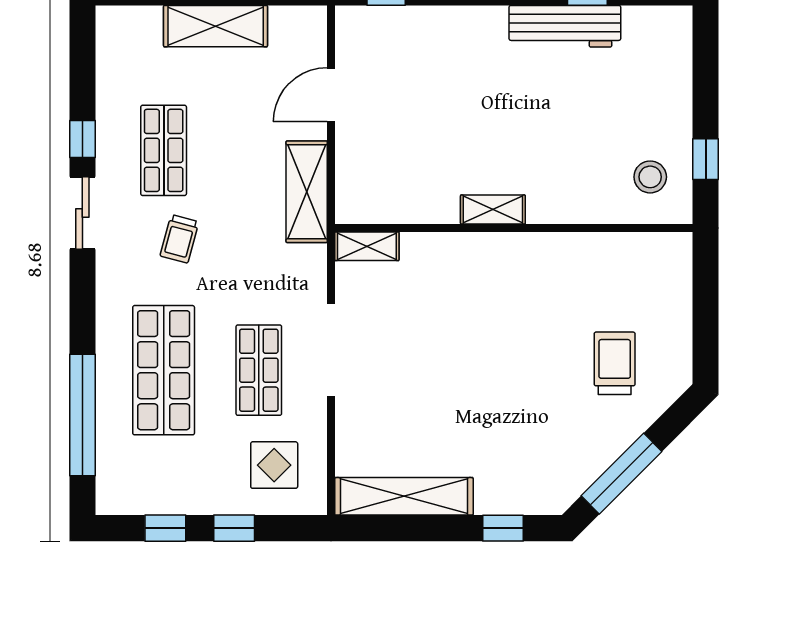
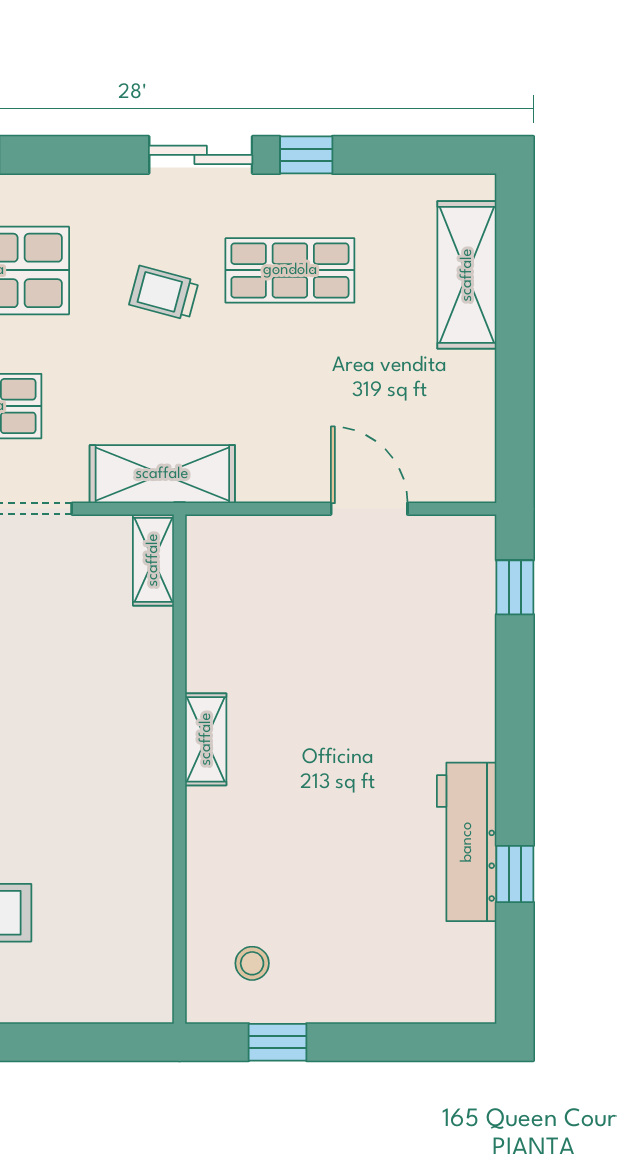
shelving: (216, 26) -> (467, 275), moved
stool: (650, 177) -> (252, 963), width x0.73, depth x0.73
shelving: (307, 192) -> (162, 474), moved

